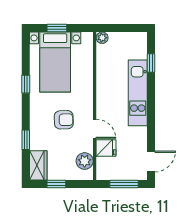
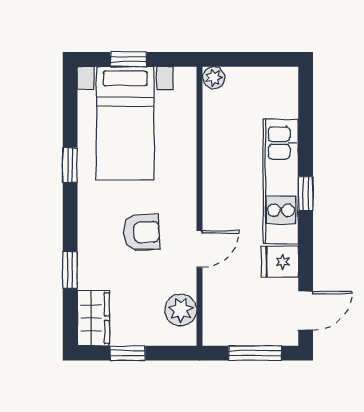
window: (151, 63) -> (306, 194), moved
door: (95, 129) -> (200, 249), hinge flipped
fridge: (106, 148) -> (280, 262), moved, turned 180

